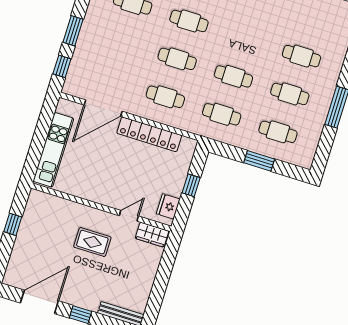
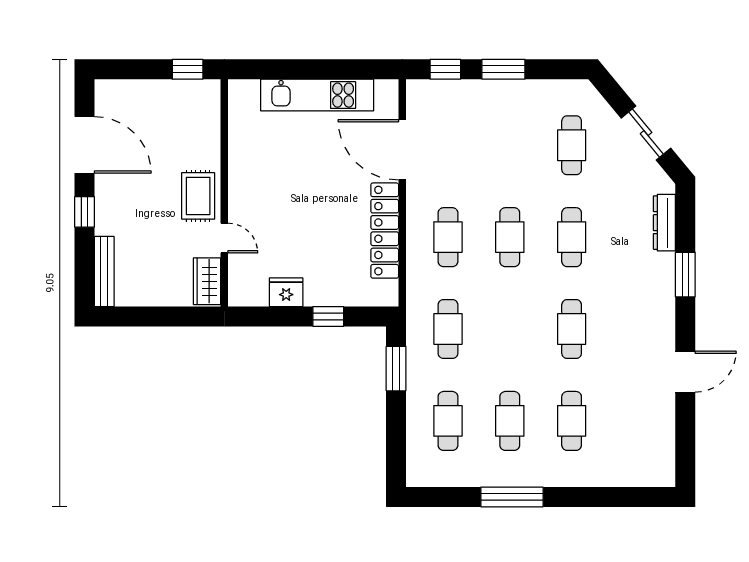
cafe table: (233, 76) -> (572, 329), moved
window: (259, 161) -> (396, 369), moved
wall: (101, 207) -> (224, 193), moved
door: (129, 216) -> (224, 238), moved
wardrobe: (152, 235) -> (207, 281), moved

